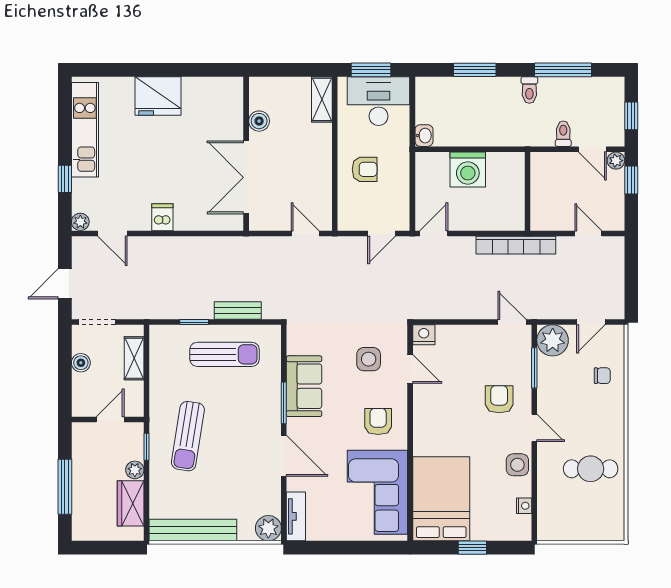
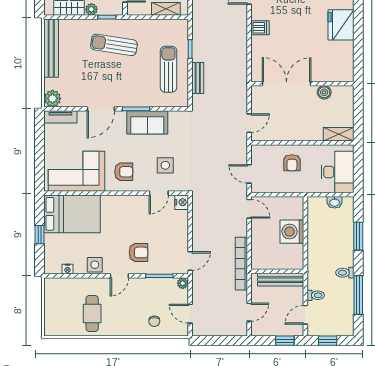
window: (371, 70) -> (358, 167), removed
washbasin: (424, 136) -> (335, 202), moved
plant: (616, 161) -> (298, 330), removed
bench: (540, 186) -> (281, 280), added
plant: (553, 340) -> (183, 283), width x0.53, depth x0.53
sun lounger: (225, 354) -> (168, 69), turned 180

